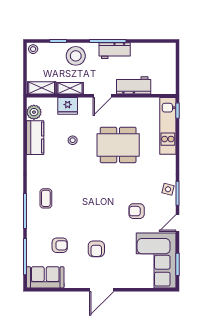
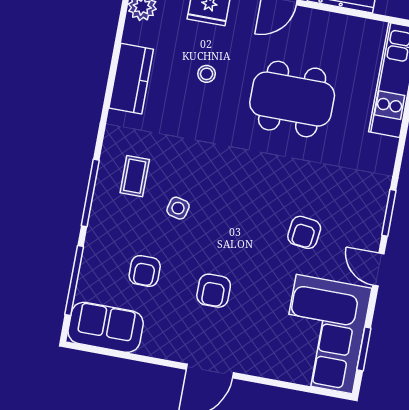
kitchen counter: (35, 138) -> (131, 79), moved
side table: (168, 189) -> (178, 208), moved
armchair: (137, 211) -> (304, 232), turned -83
door: (177, 223) -> (378, 270), hinge flipped
armchair: (60, 245) -> (145, 271), turned 90

